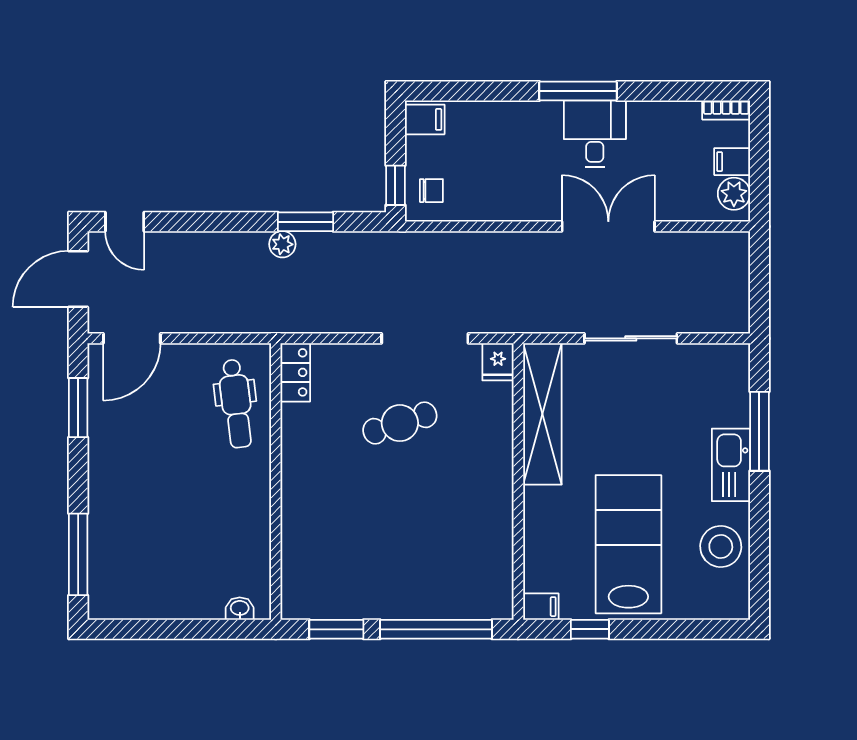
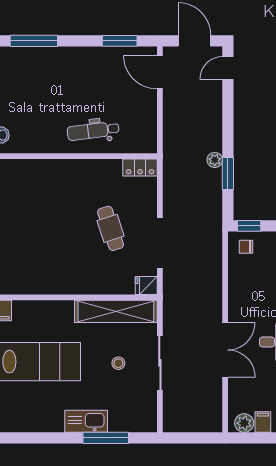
chair: (431, 191) -> (246, 247), turned 90
dental chair: (236, 404) -> (93, 131), moved
stool: (721, 546) -> (118, 363), moved, width x0.53, depth x0.53

